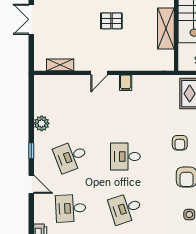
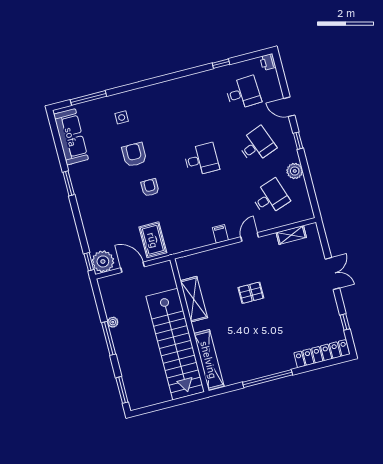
desk: (125, 208) -> (270, 197), moved

